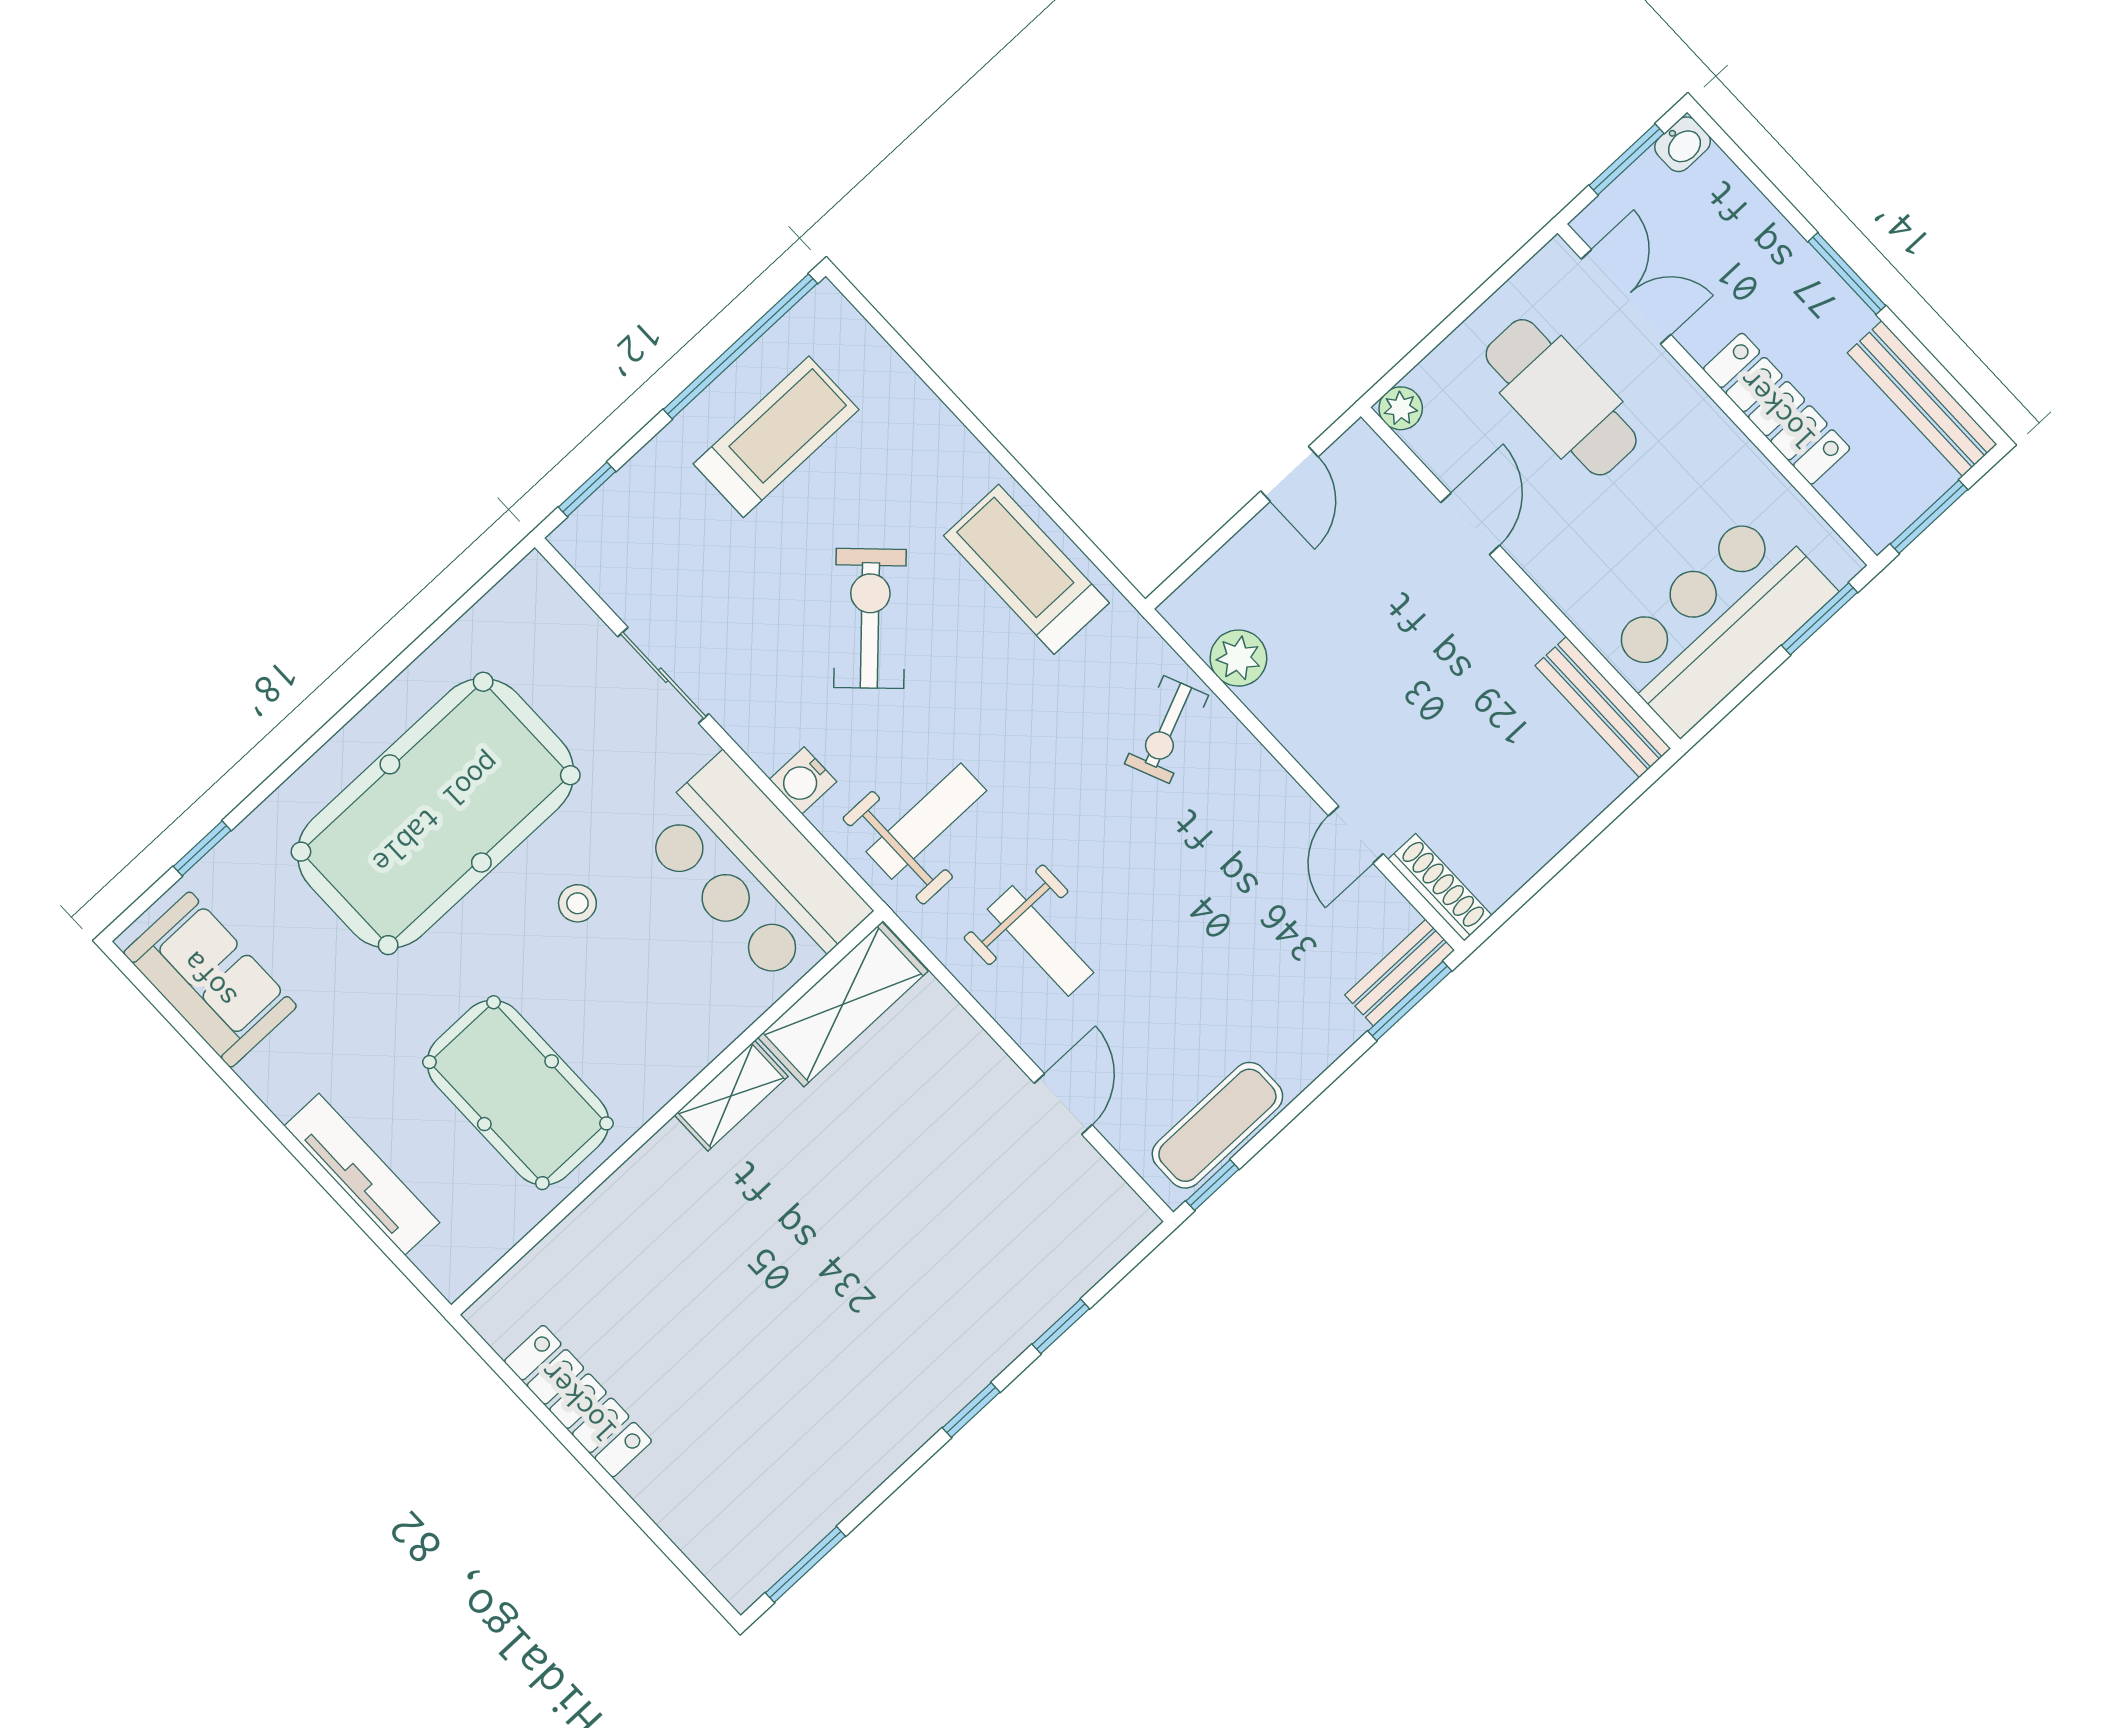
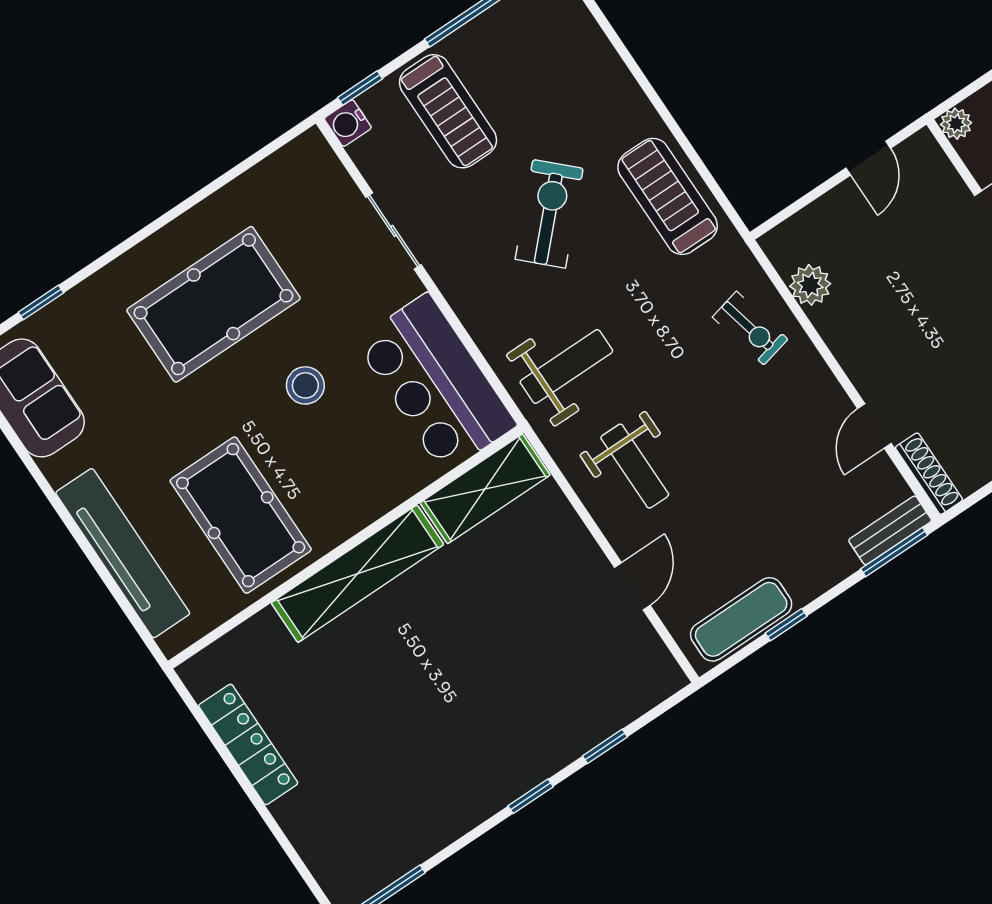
treadmill: (776, 437) -> (448, 111), moved, turned 90
exercise bike: (1167, 730) -> (750, 328), turned -80
water cooler: (803, 780) -> (348, 123), moved
pool table: (436, 813) -> (213, 304), width x0.73, depth x0.76
stool: (577, 903) -> (305, 385), width x1.37, depth x1.37
shelving: (731, 1096) -> (357, 574), width x2.20, depth x1.33
tv unit: (362, 1174) -> (123, 553), width x1.36, depth x1.29
window: (1212, 1185) -> (786, 625), moved

